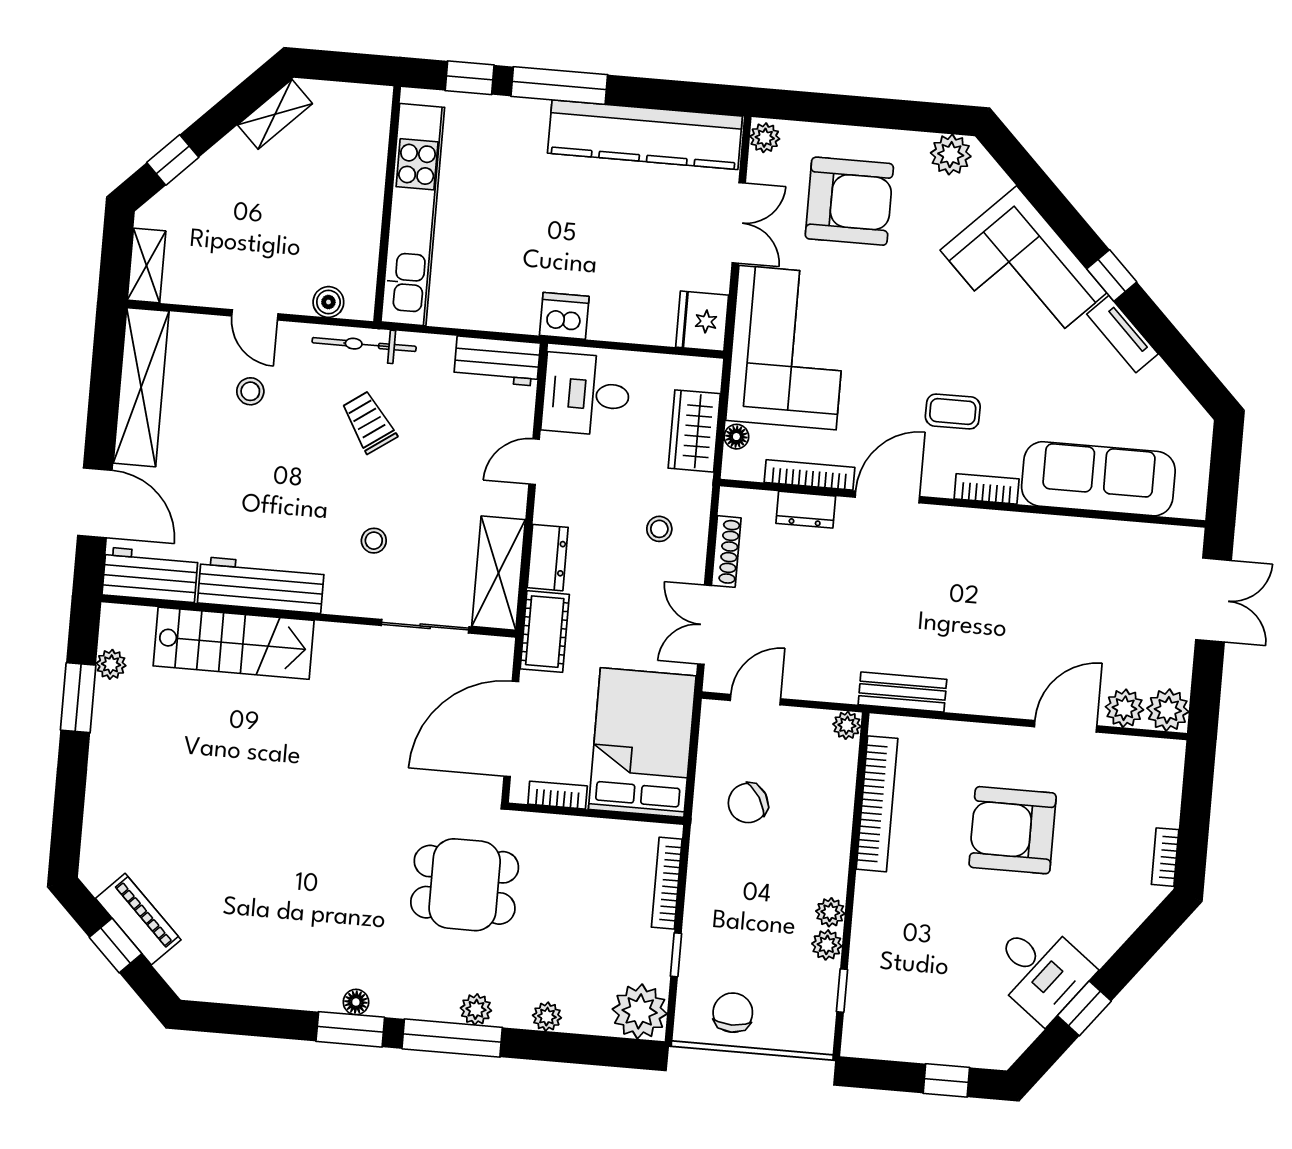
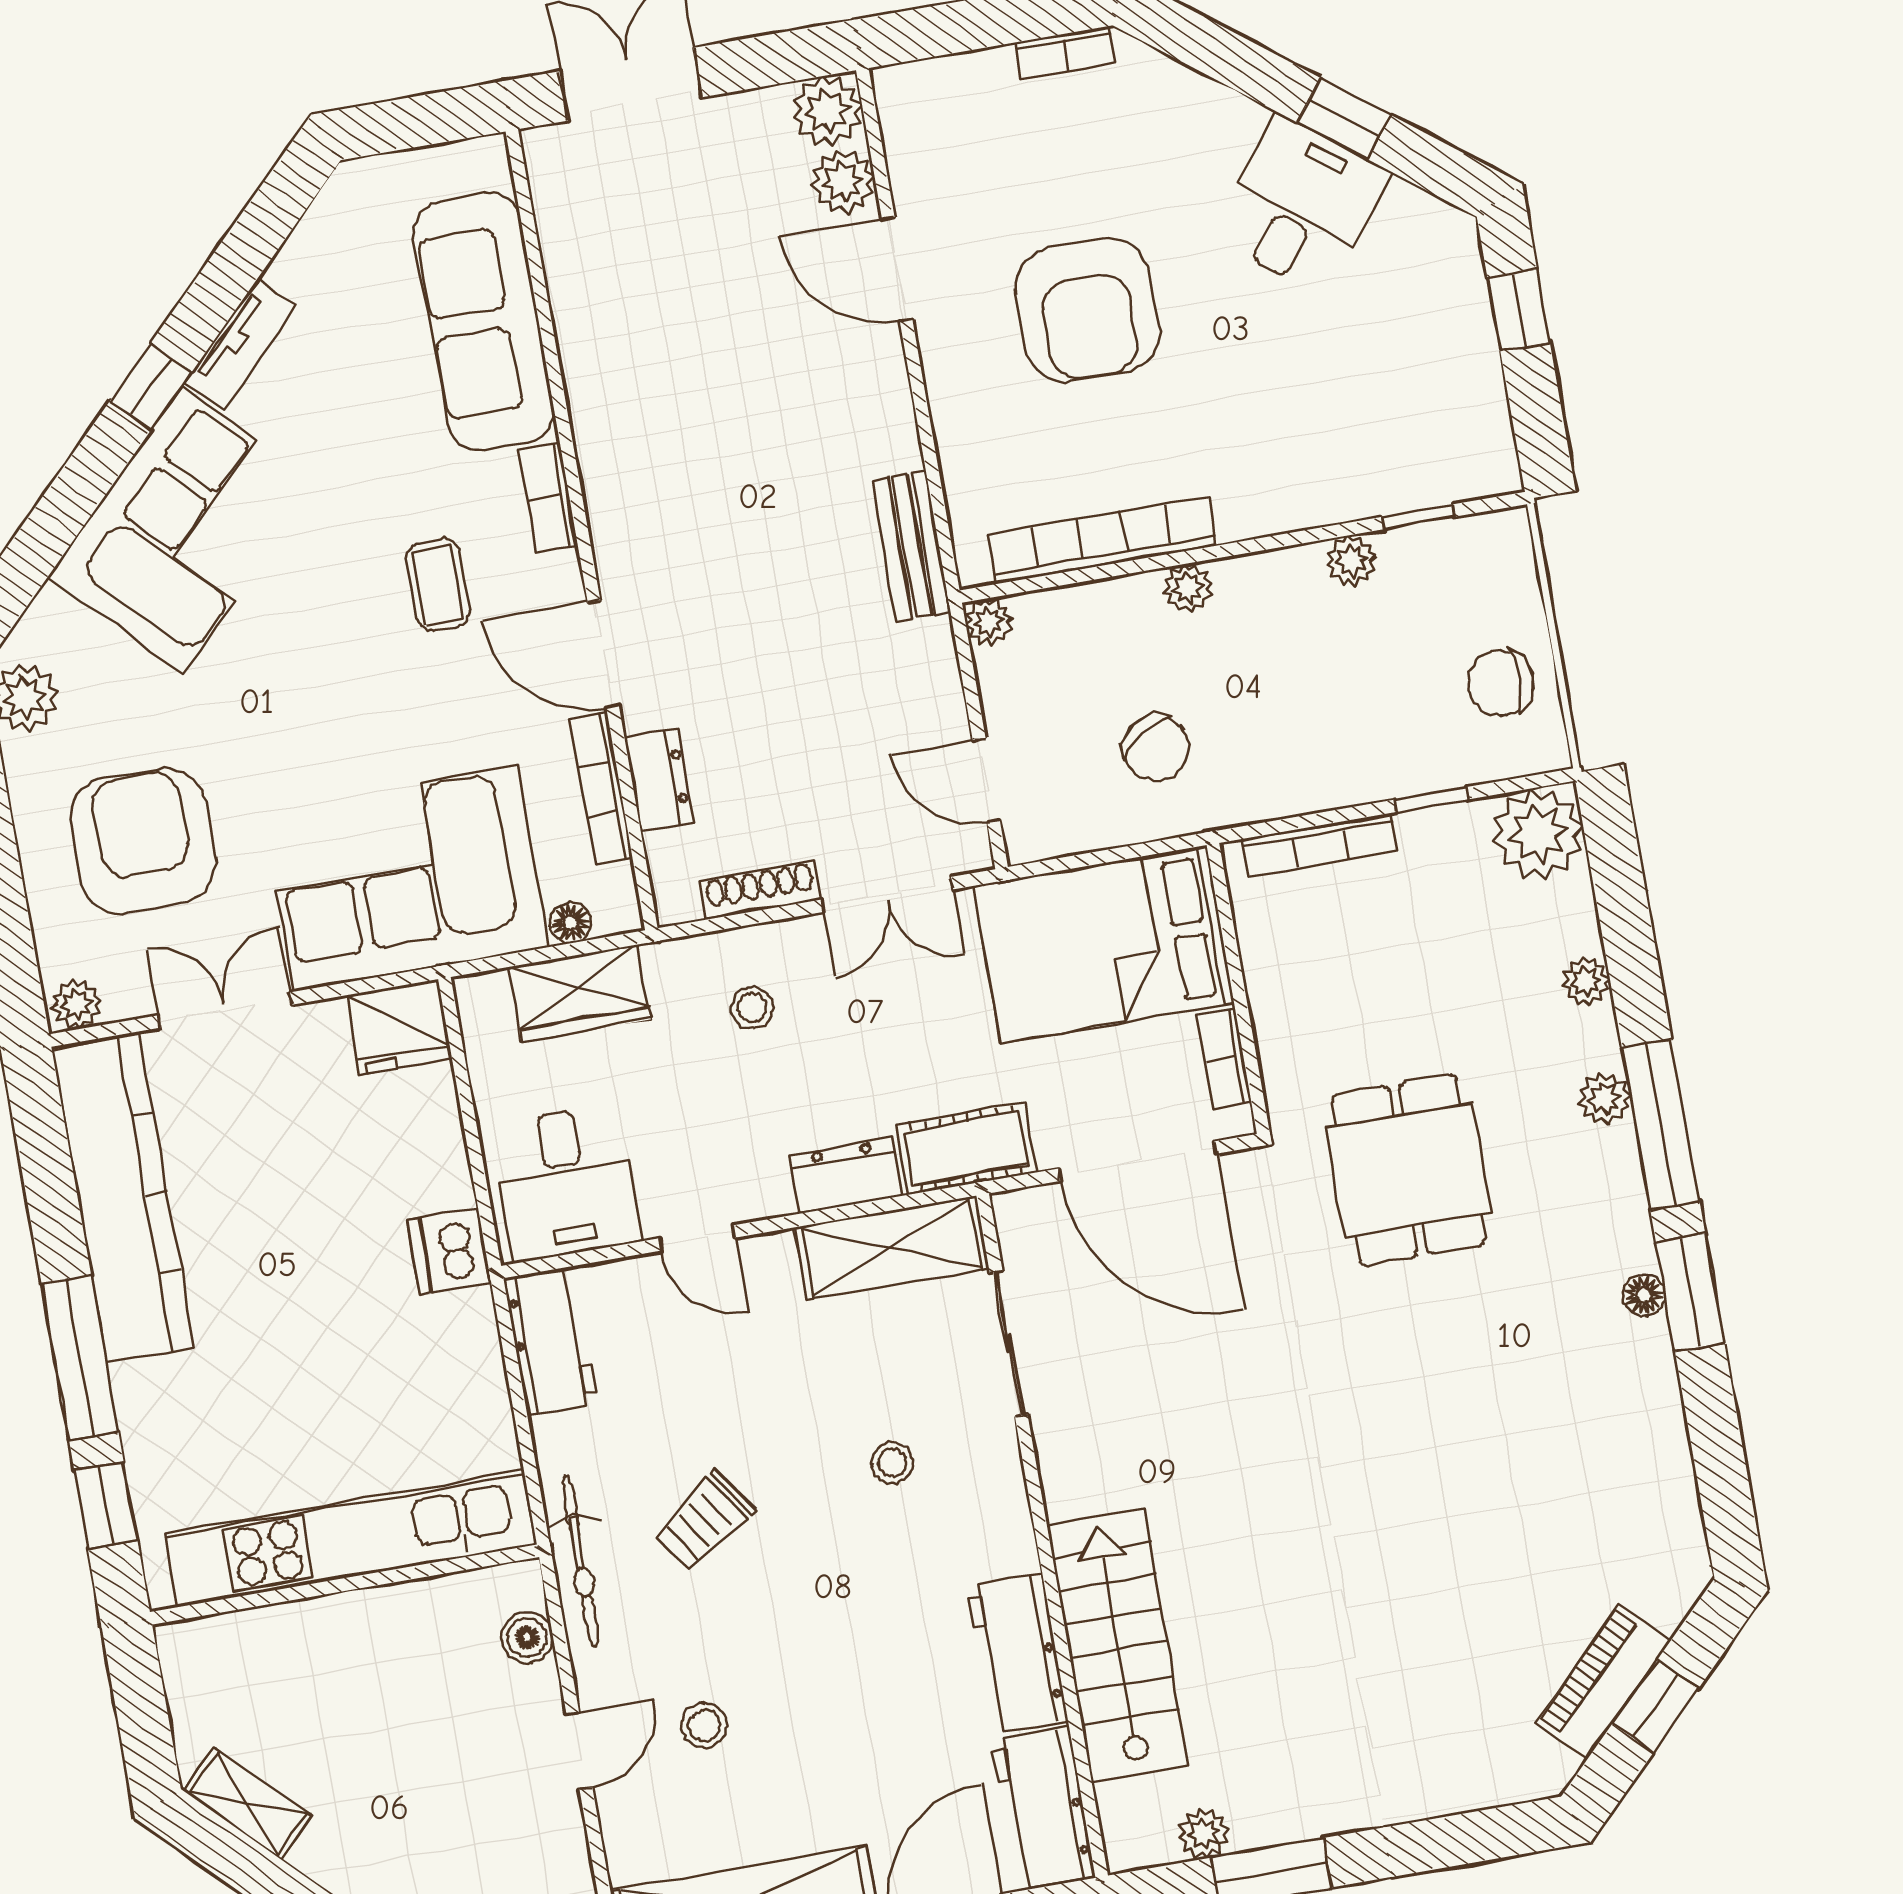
workbench: (261, 585) -> (1017, 1654), width x0.73
plant: (830, 912) -> (1188, 588), moved

